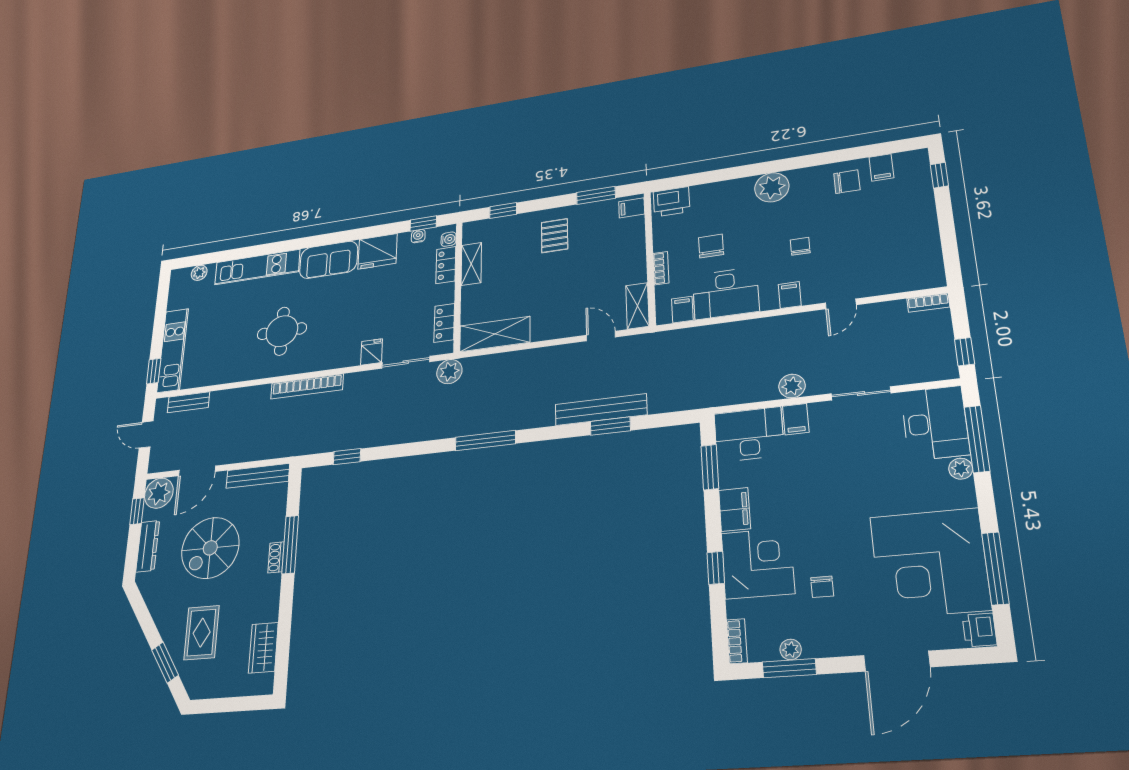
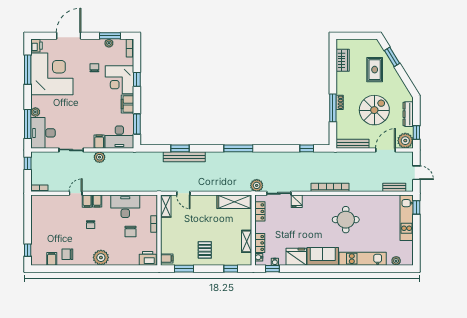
filing cabinet: (682, 310) -> (87, 201), moved

